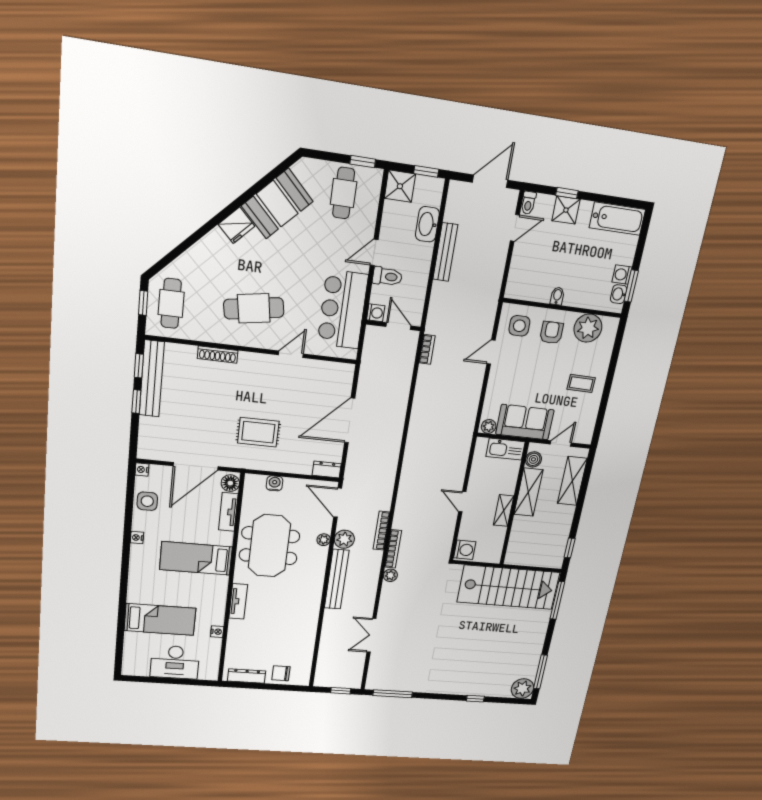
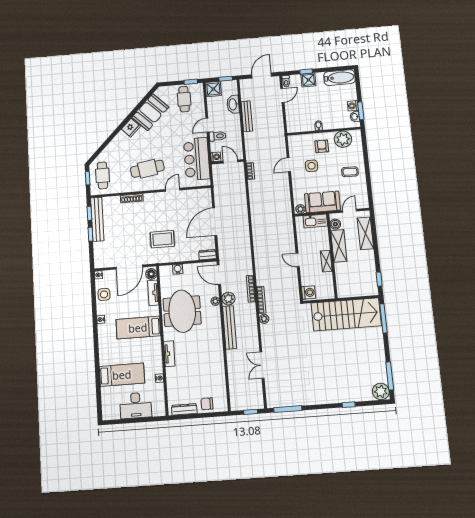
side table: (519, 326) -> (312, 166), moved

